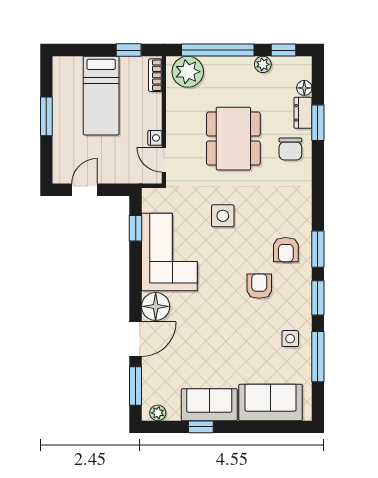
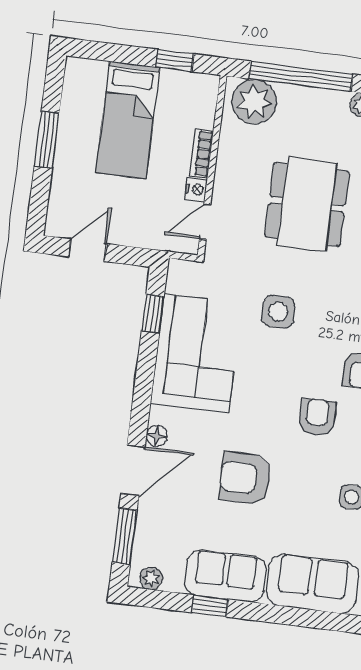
bookcase: (155, 75) -> (201, 153), moved
door: (164, 160) -> (205, 222), hinge flipped
floor lamp: (156, 306) -> (157, 436), width x0.53, depth x0.53
armchair: (214, 335) -> (245, 478), added

